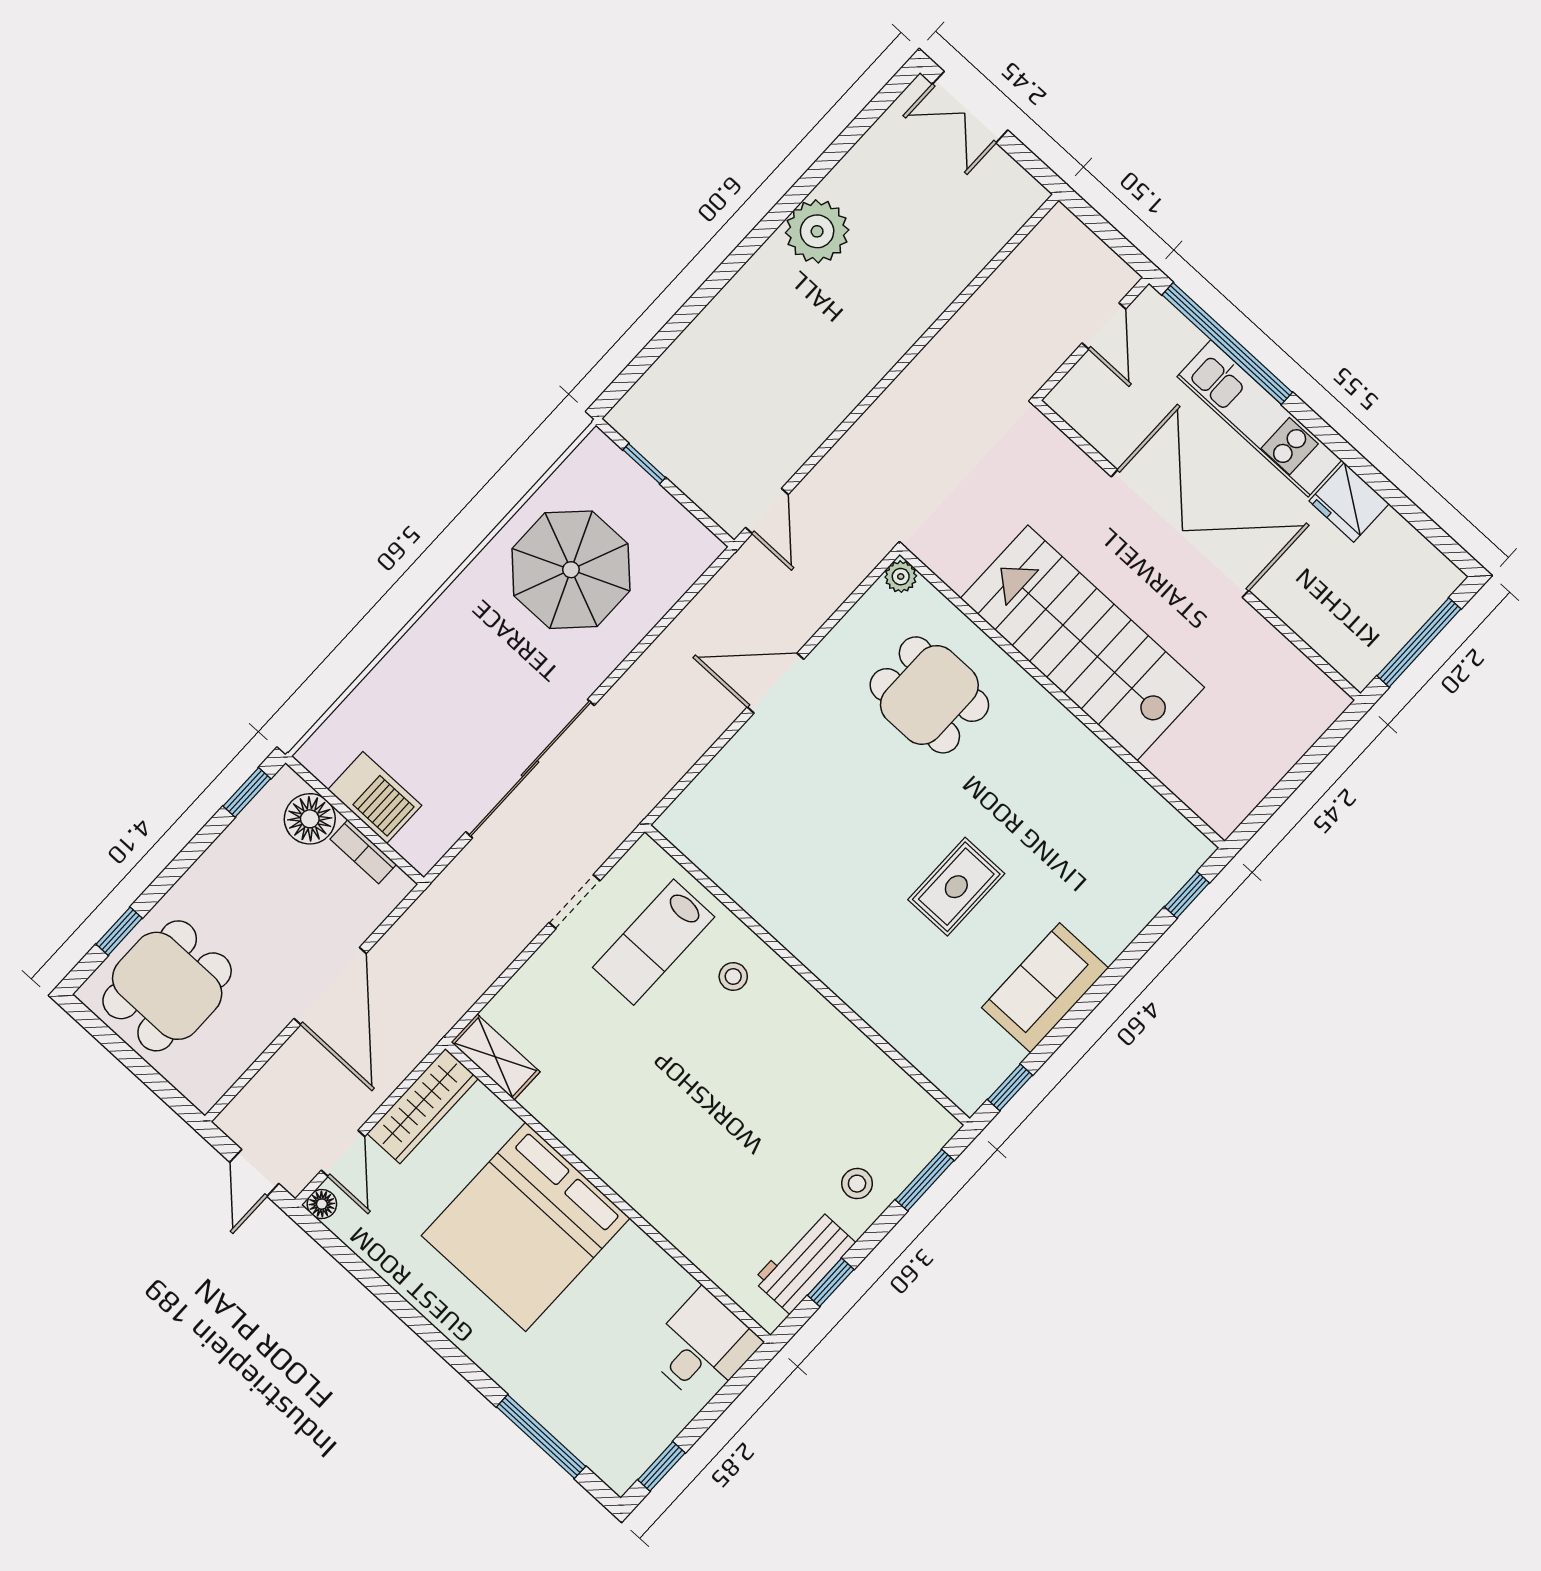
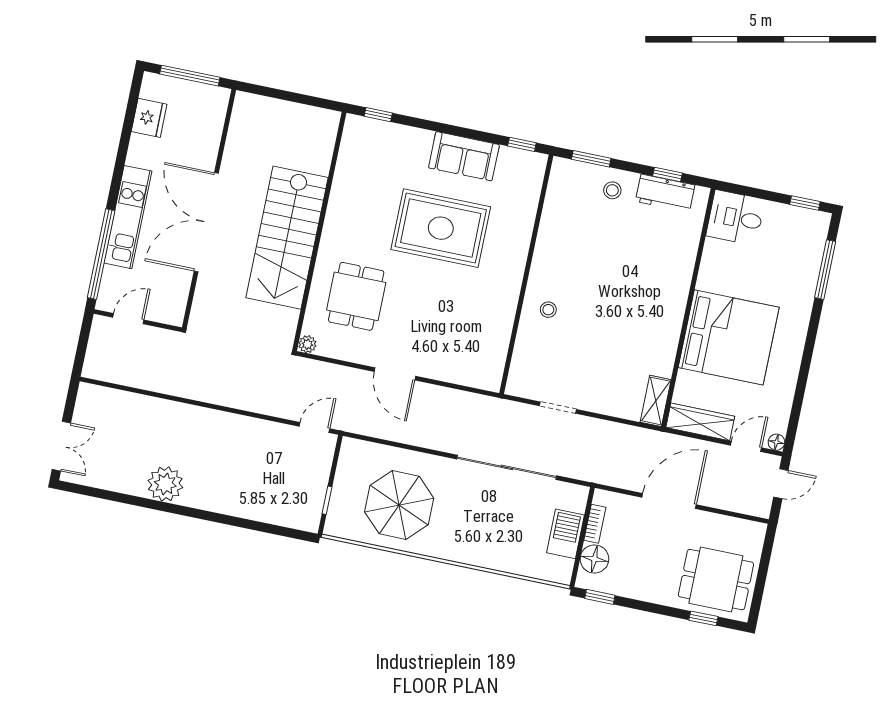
fridge: (1349, 502) -> (149, 118), moved
rug: (956, 887) -> (441, 228), width x1.86, depth x2.06
lab bench: (654, 942) -> (555, 358), removed

